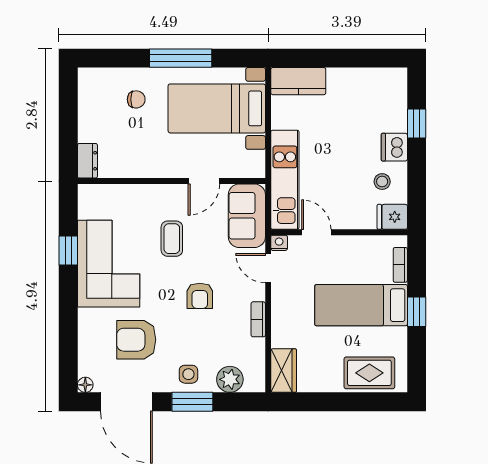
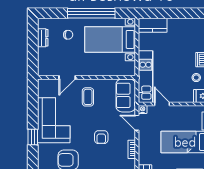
window: (181, 58) -> (91, 13), width x1.46
dresser: (87, 161) -> (43, 38), moved
door: (204, 181) -> (67, 77), moved
coffee table: (172, 239) -> (88, 97), moved
window: (68, 251) -> (33, 137), moved

